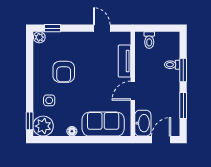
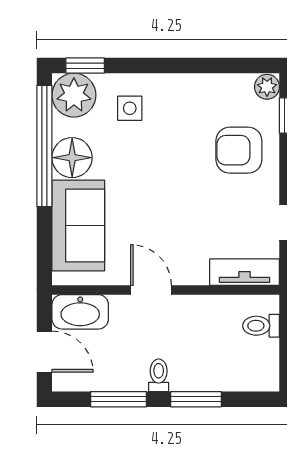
tv unit: (125, 61) -> (245, 272), moved
toilet: (172, 65) -> (159, 375), moved
armchair: (64, 72) -> (239, 150), moved
floor lamp: (72, 131) -> (72, 158), width x1.89, depth x1.89
window: (67, 140) -> (44, 146), added

